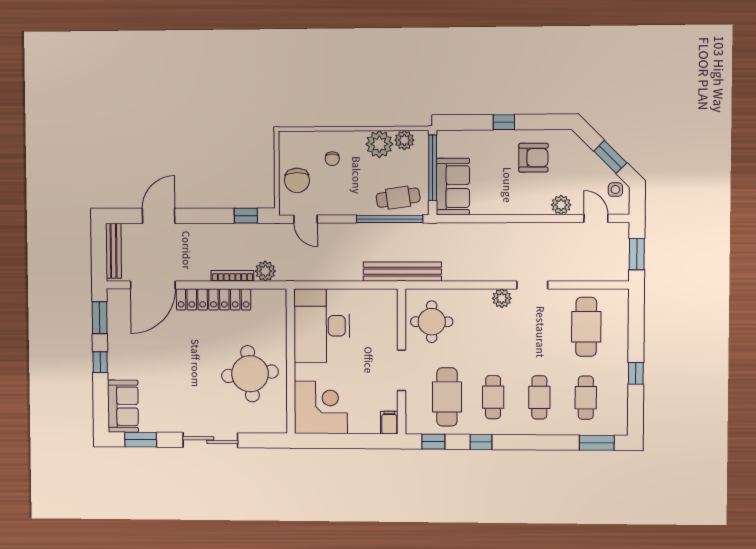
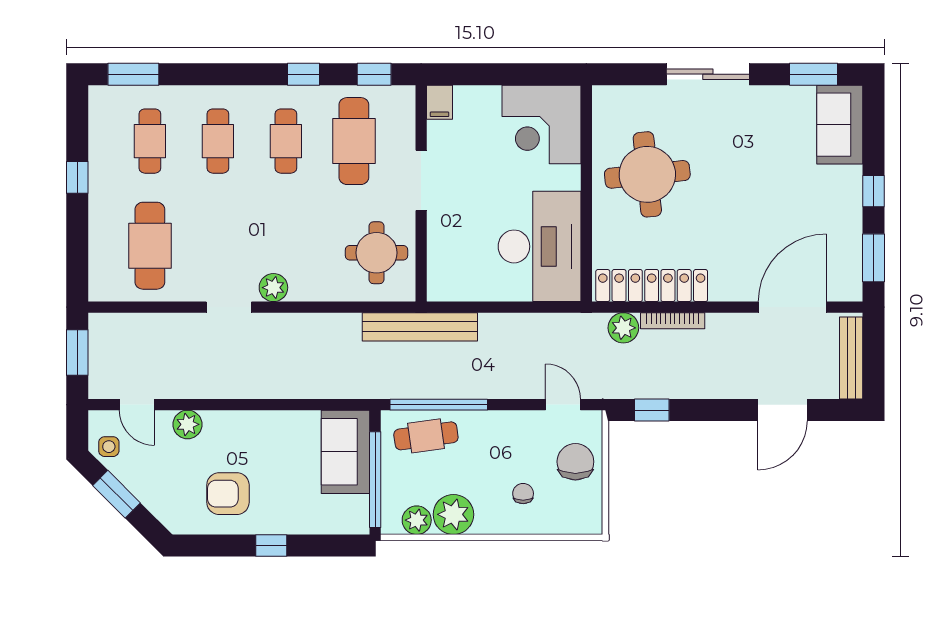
locker: (213, 299) -> (652, 286), moved

